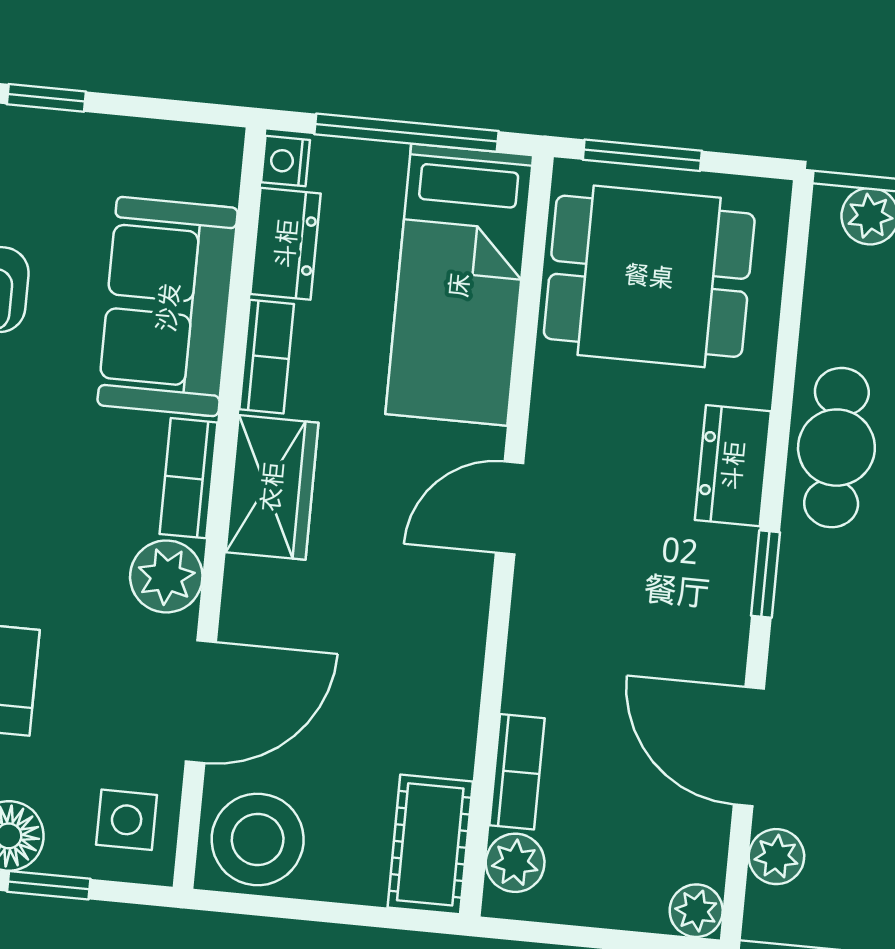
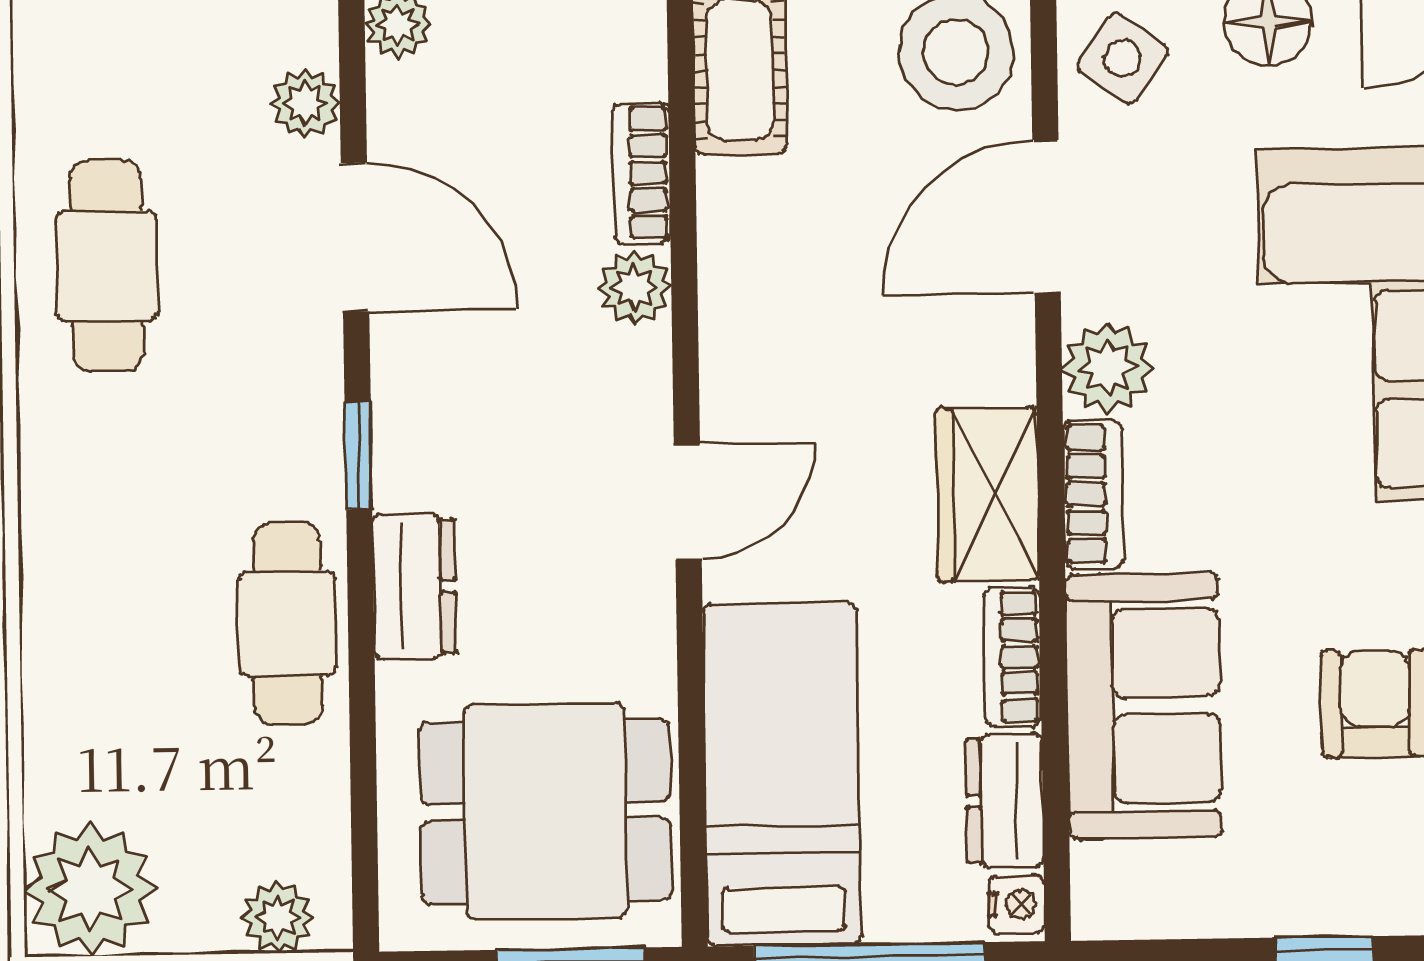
side table: (127, 820) -> (1123, 58), turned 36
plant: (515, 863) -> (635, 287), moved

